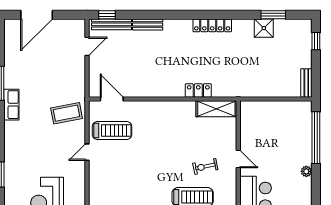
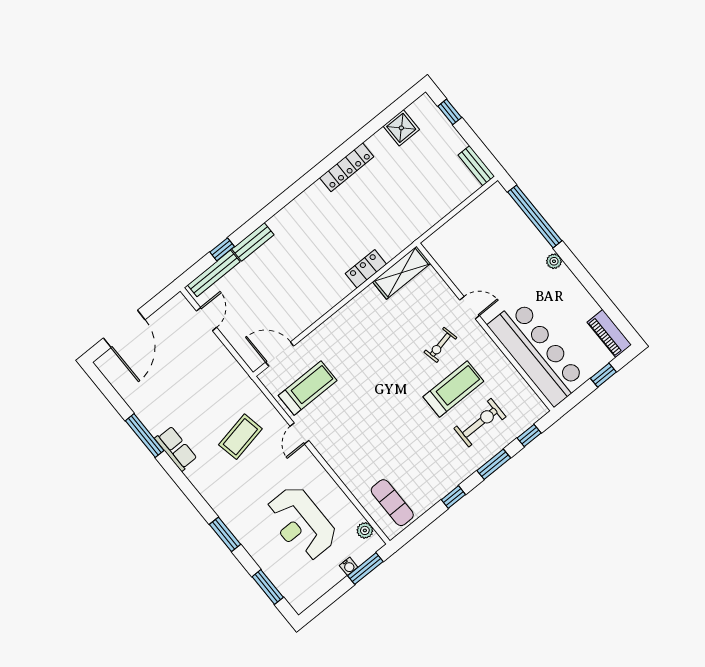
window: (107, 15) -> (222, 249), moved
window: (273, 15) -> (380, 121), removed
locker: (212, 25) -> (347, 167), moved
shower: (264, 28) -> (401, 128), moved
coffee table: (67, 113) -> (240, 437), moved

